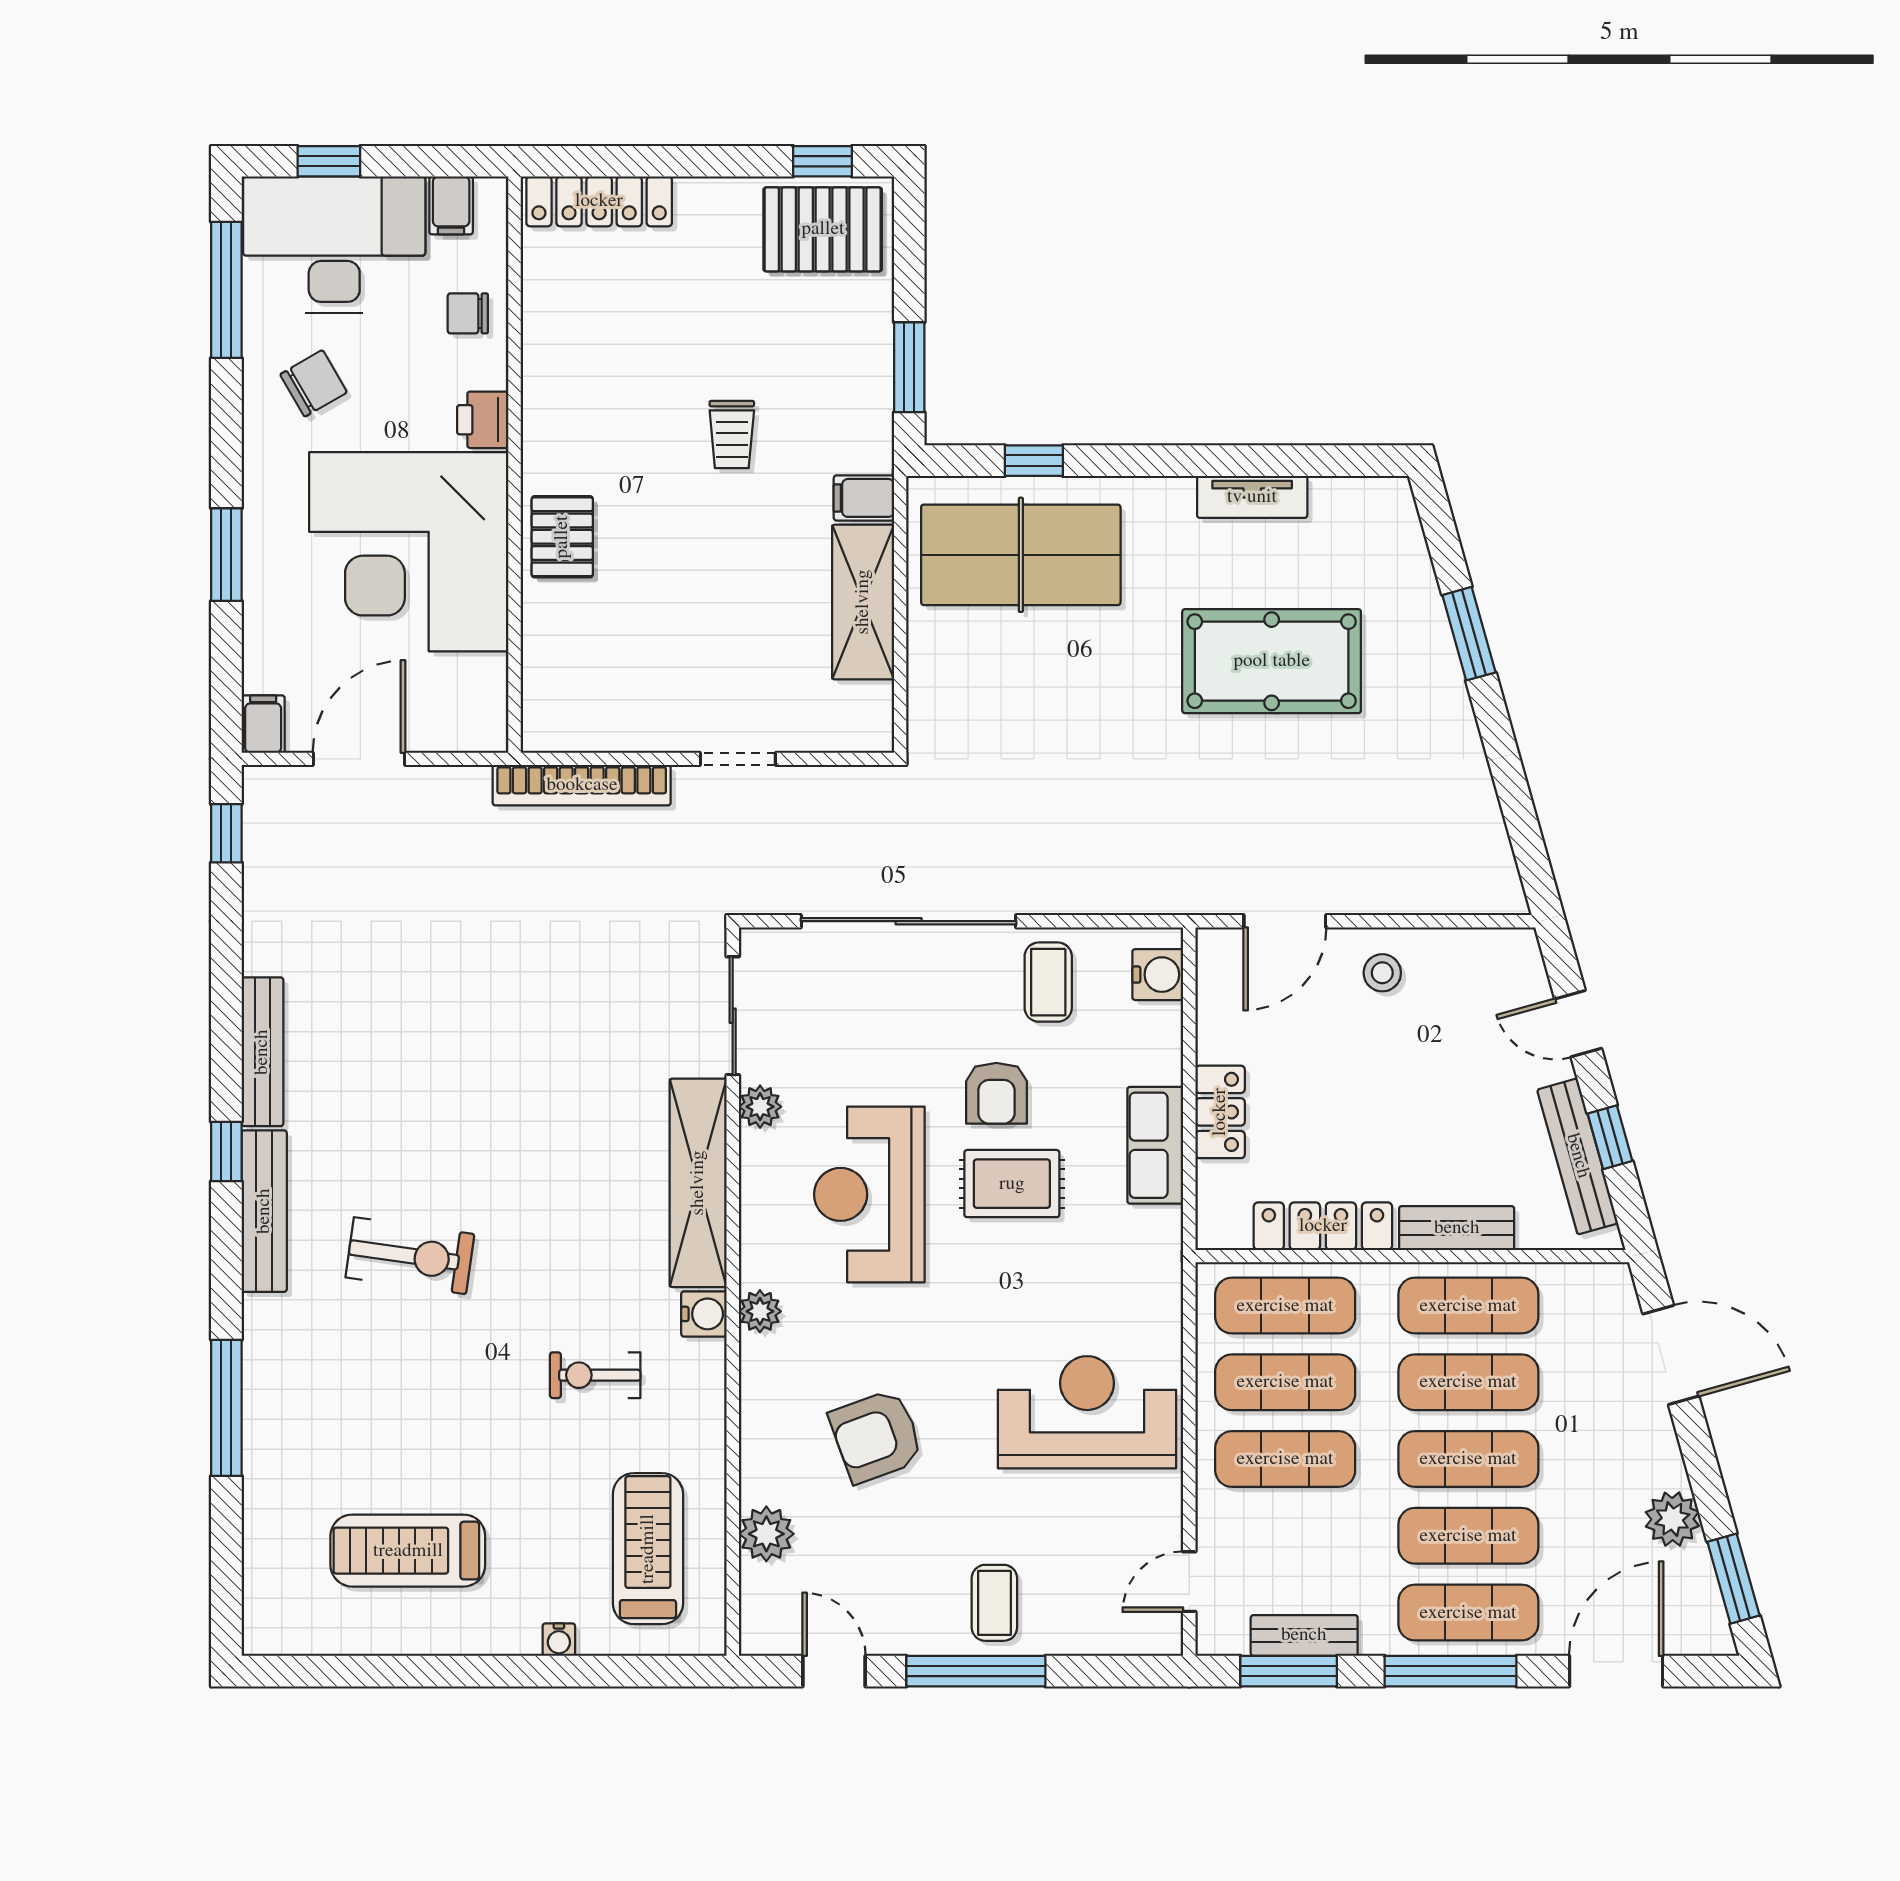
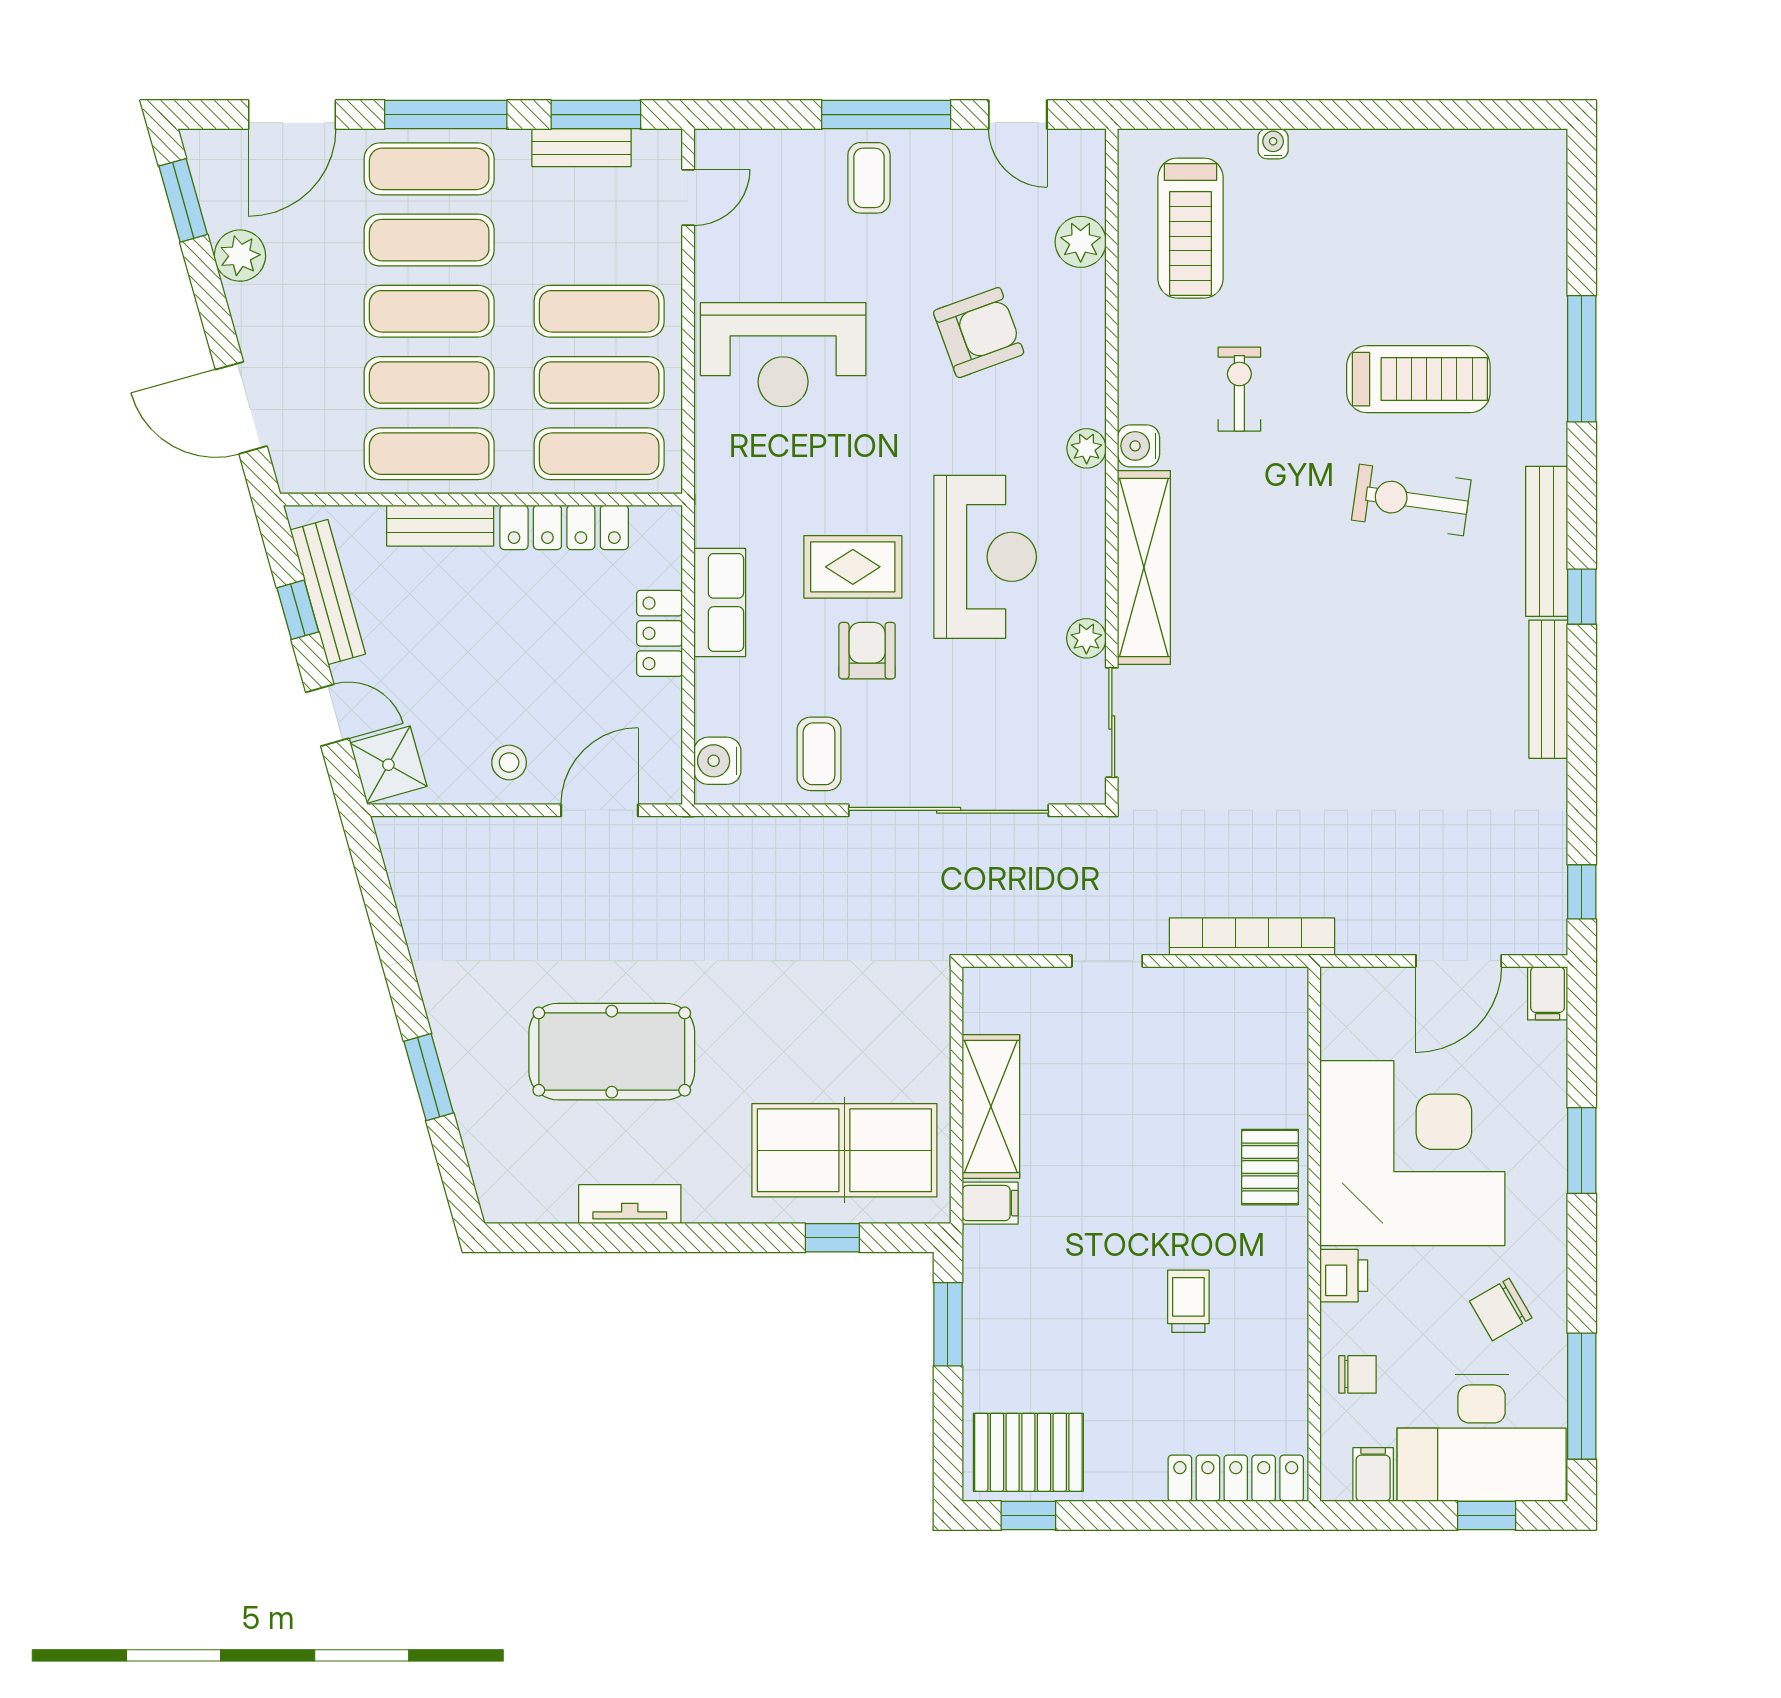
trolley: (732, 435) -> (1188, 1301), moved
shower: (1512, 970) -> (388, 765), added
exercise bike: (595, 1375) -> (1239, 389), turned -90
treadmill: (408, 1551) -> (1418, 379), moved

